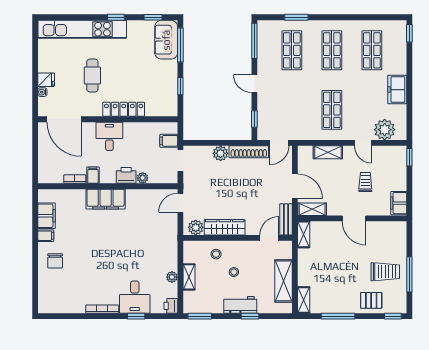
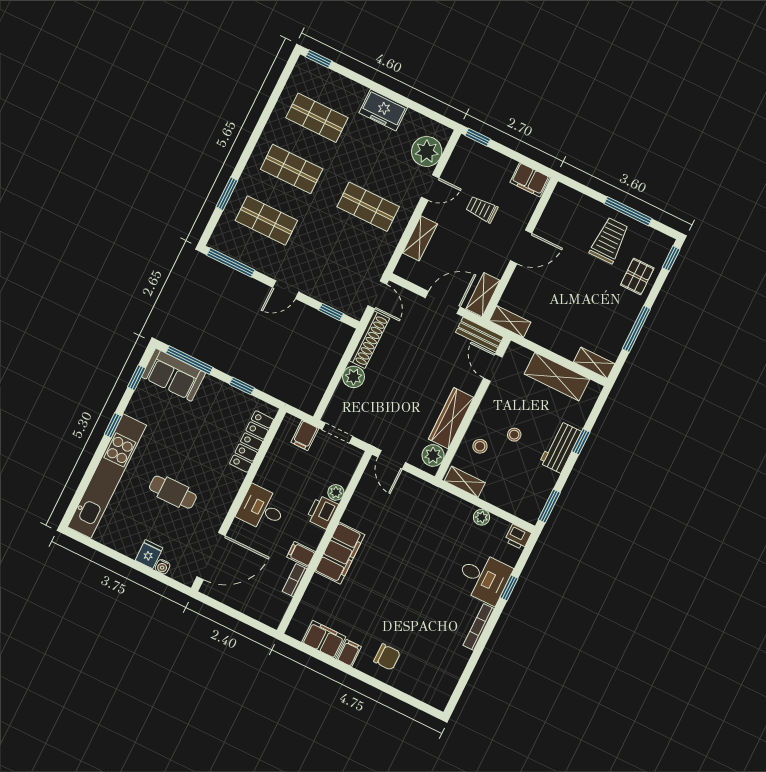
locker: (124, 109) -> (252, 442), moved
shelving: (189, 277) -> (465, 482), moved

